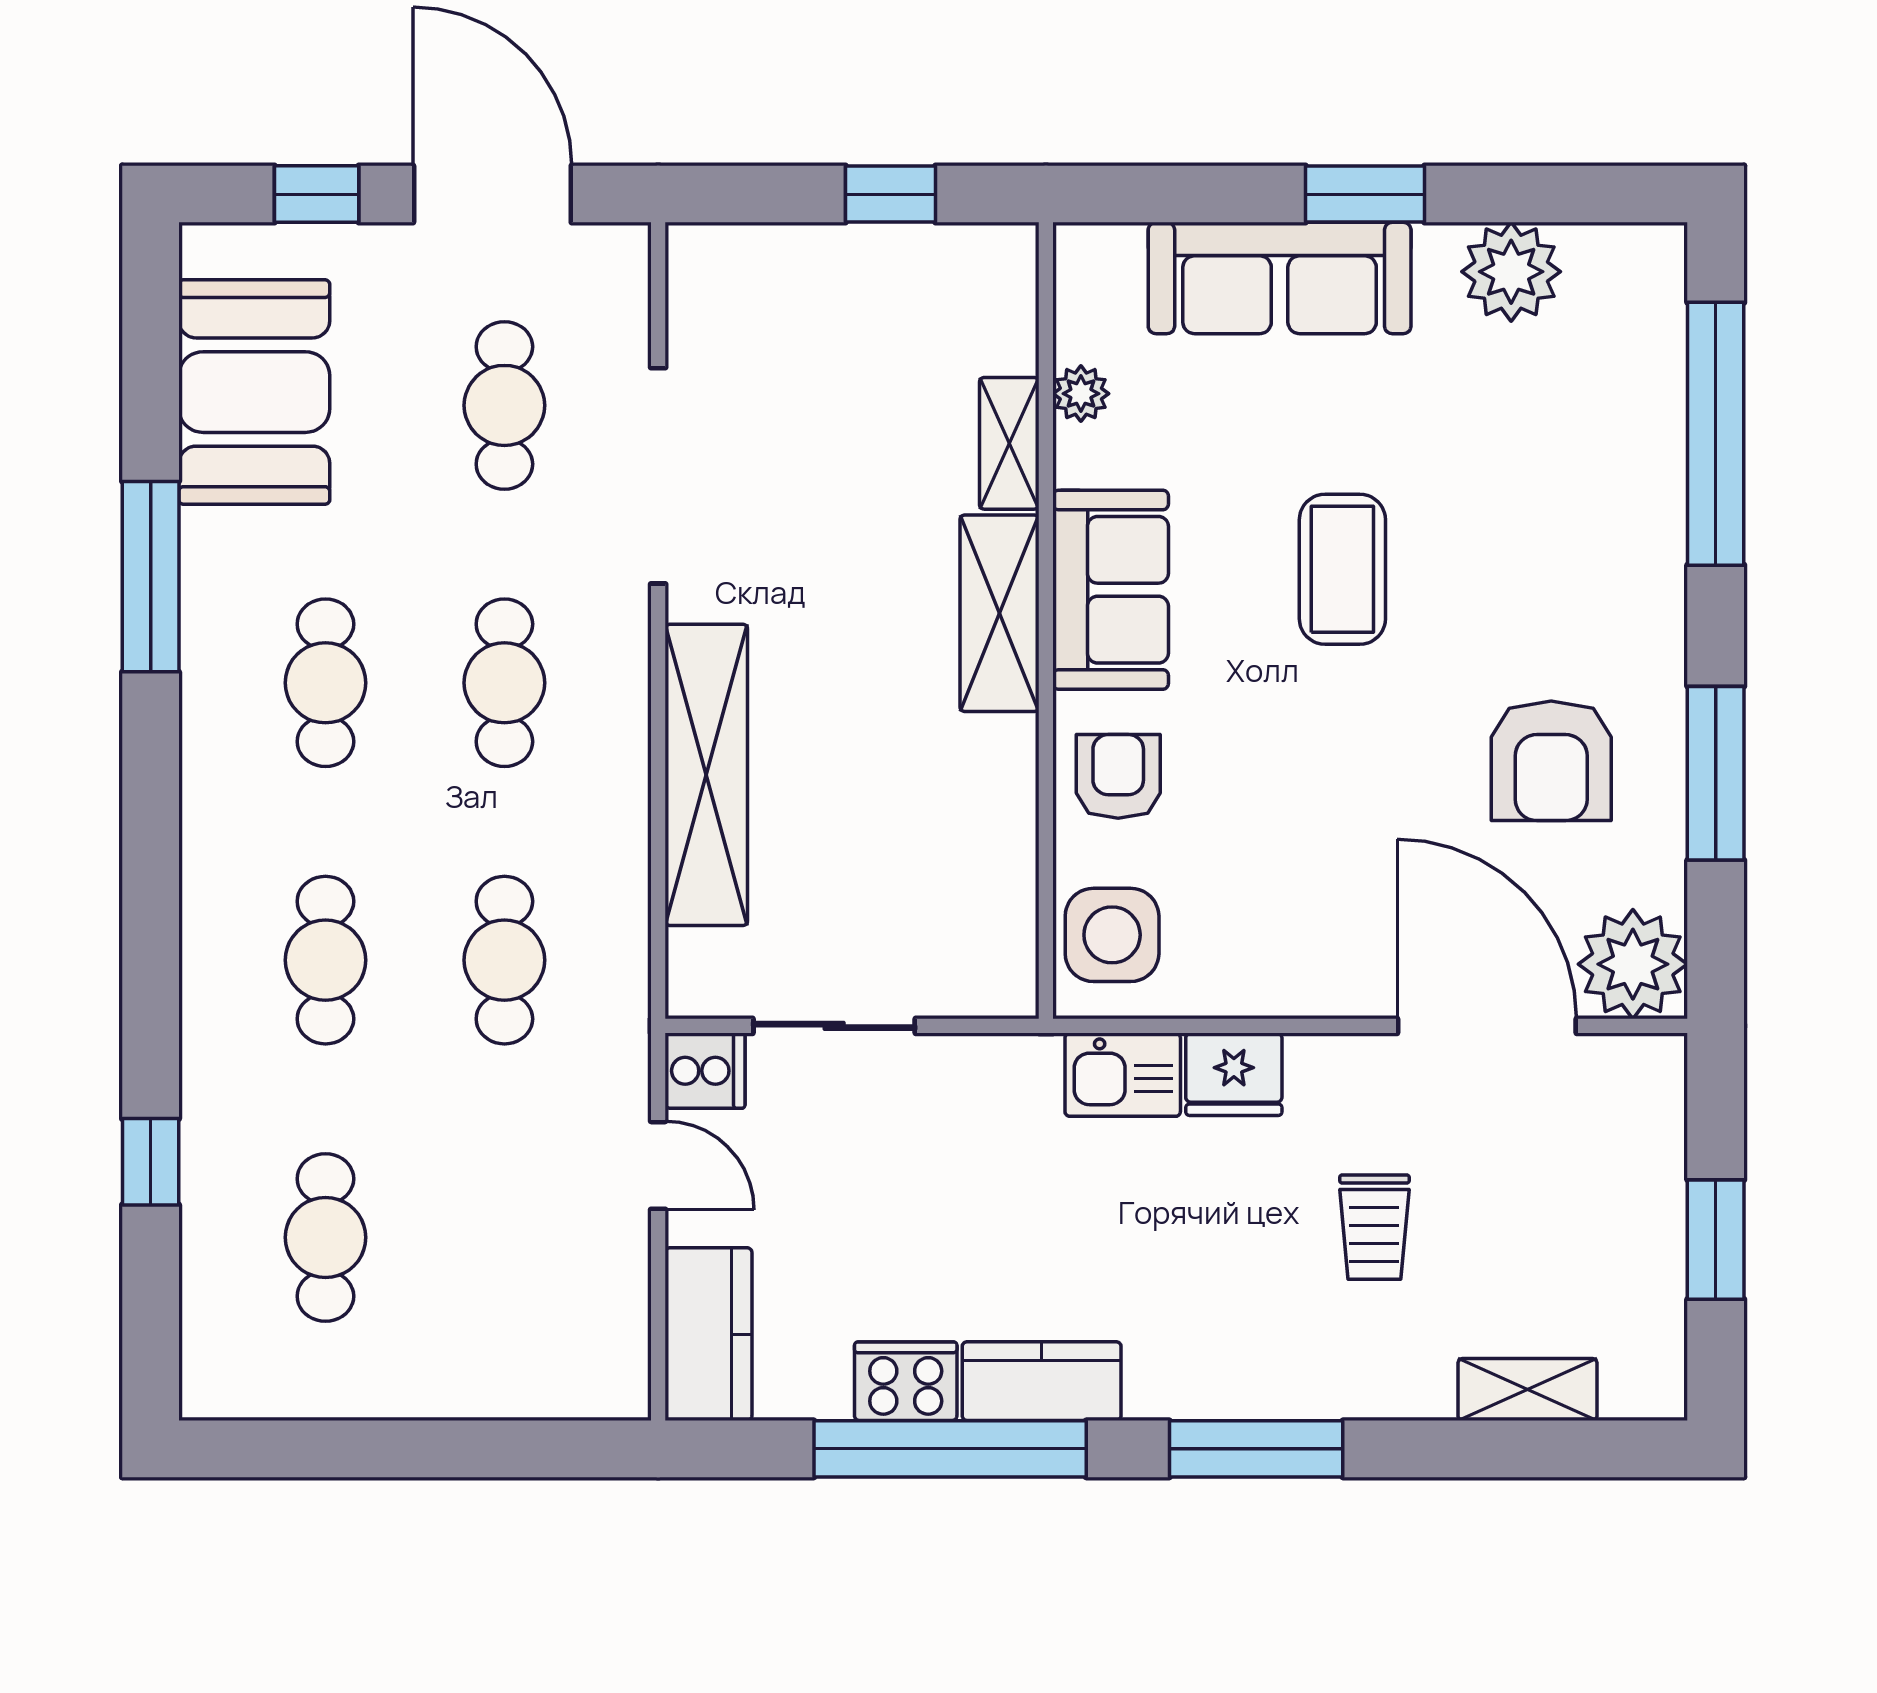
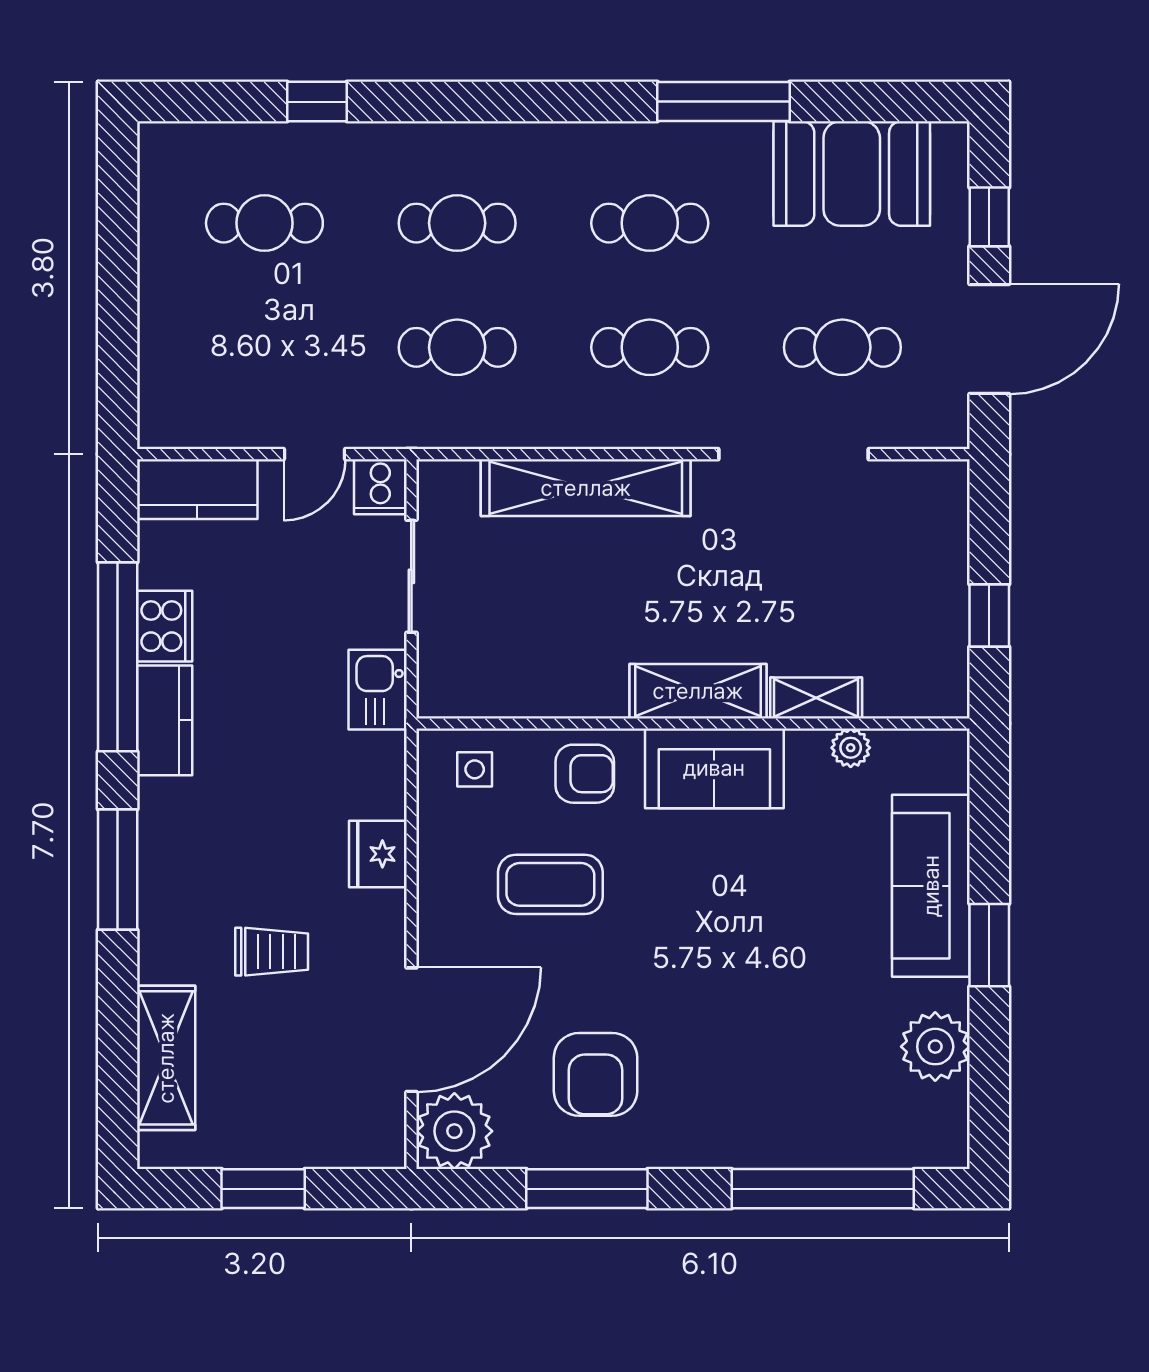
coffee table: (1342, 569) -> (550, 884), moved
armchair: (1551, 761) -> (596, 1074), turned -90
side table: (1112, 935) -> (475, 769), width x0.54, depth x0.54
kitchen sink: (1123, 1075) -> (378, 690), moved
trolley: (1374, 1227) -> (272, 952), turned 180
shelving: (1527, 1389) -> (166, 1058), width x1.50, depth x1.33

